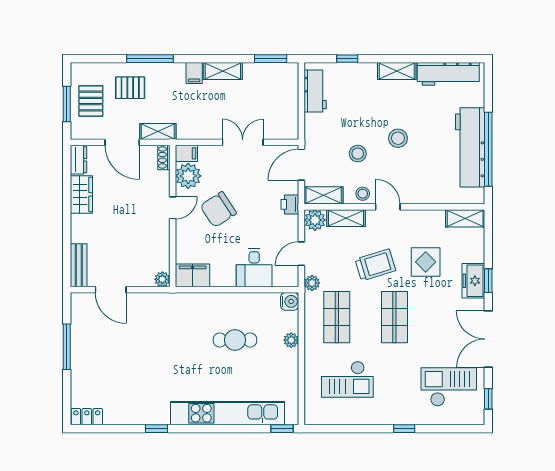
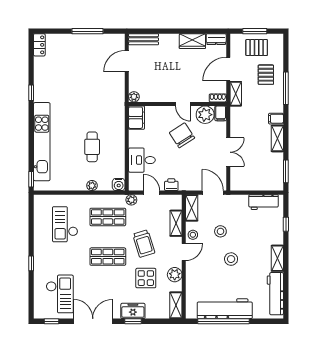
printer: (290, 204) -> (171, 185), moved
plant: (315, 220) -> (175, 275), moved

